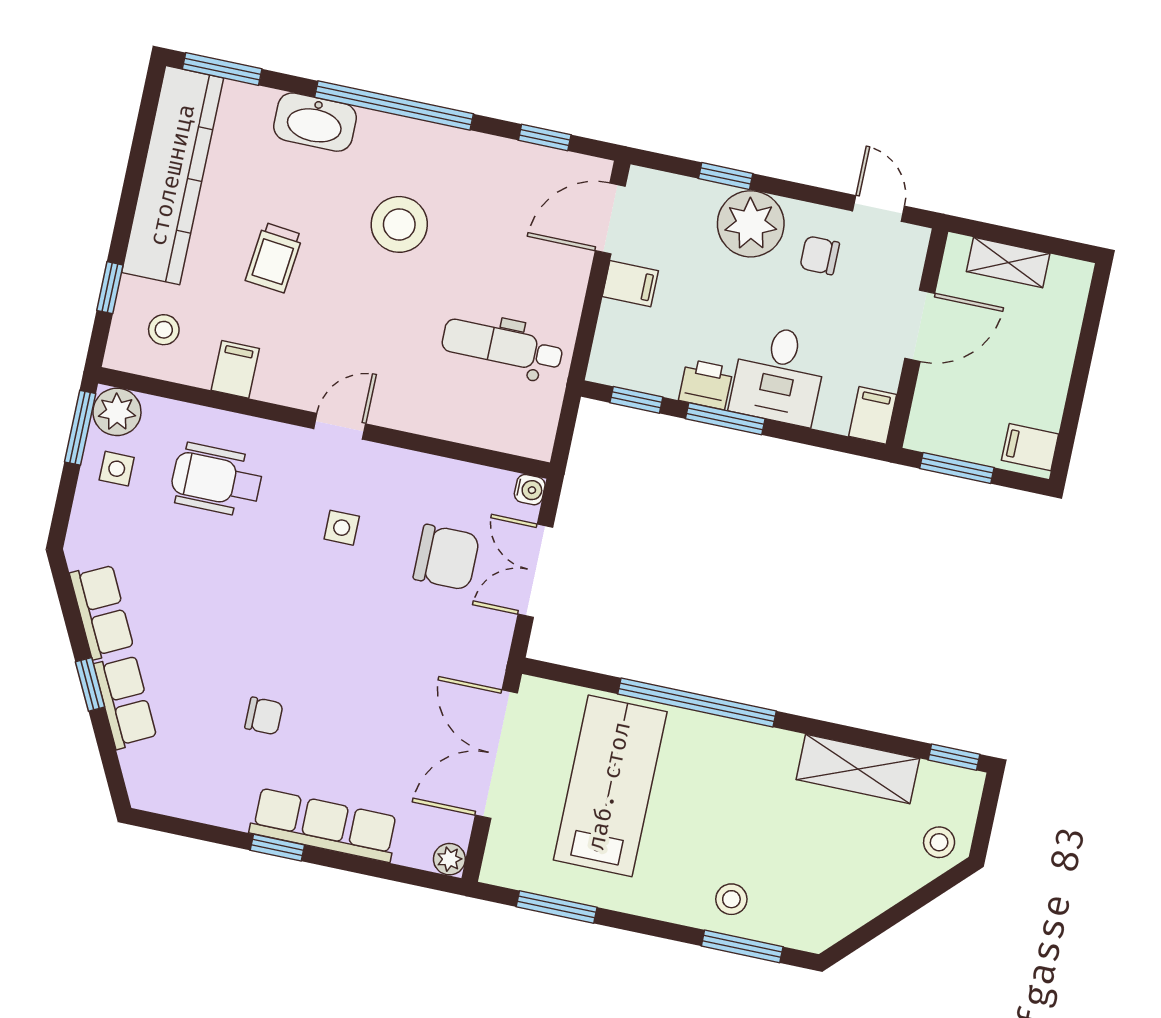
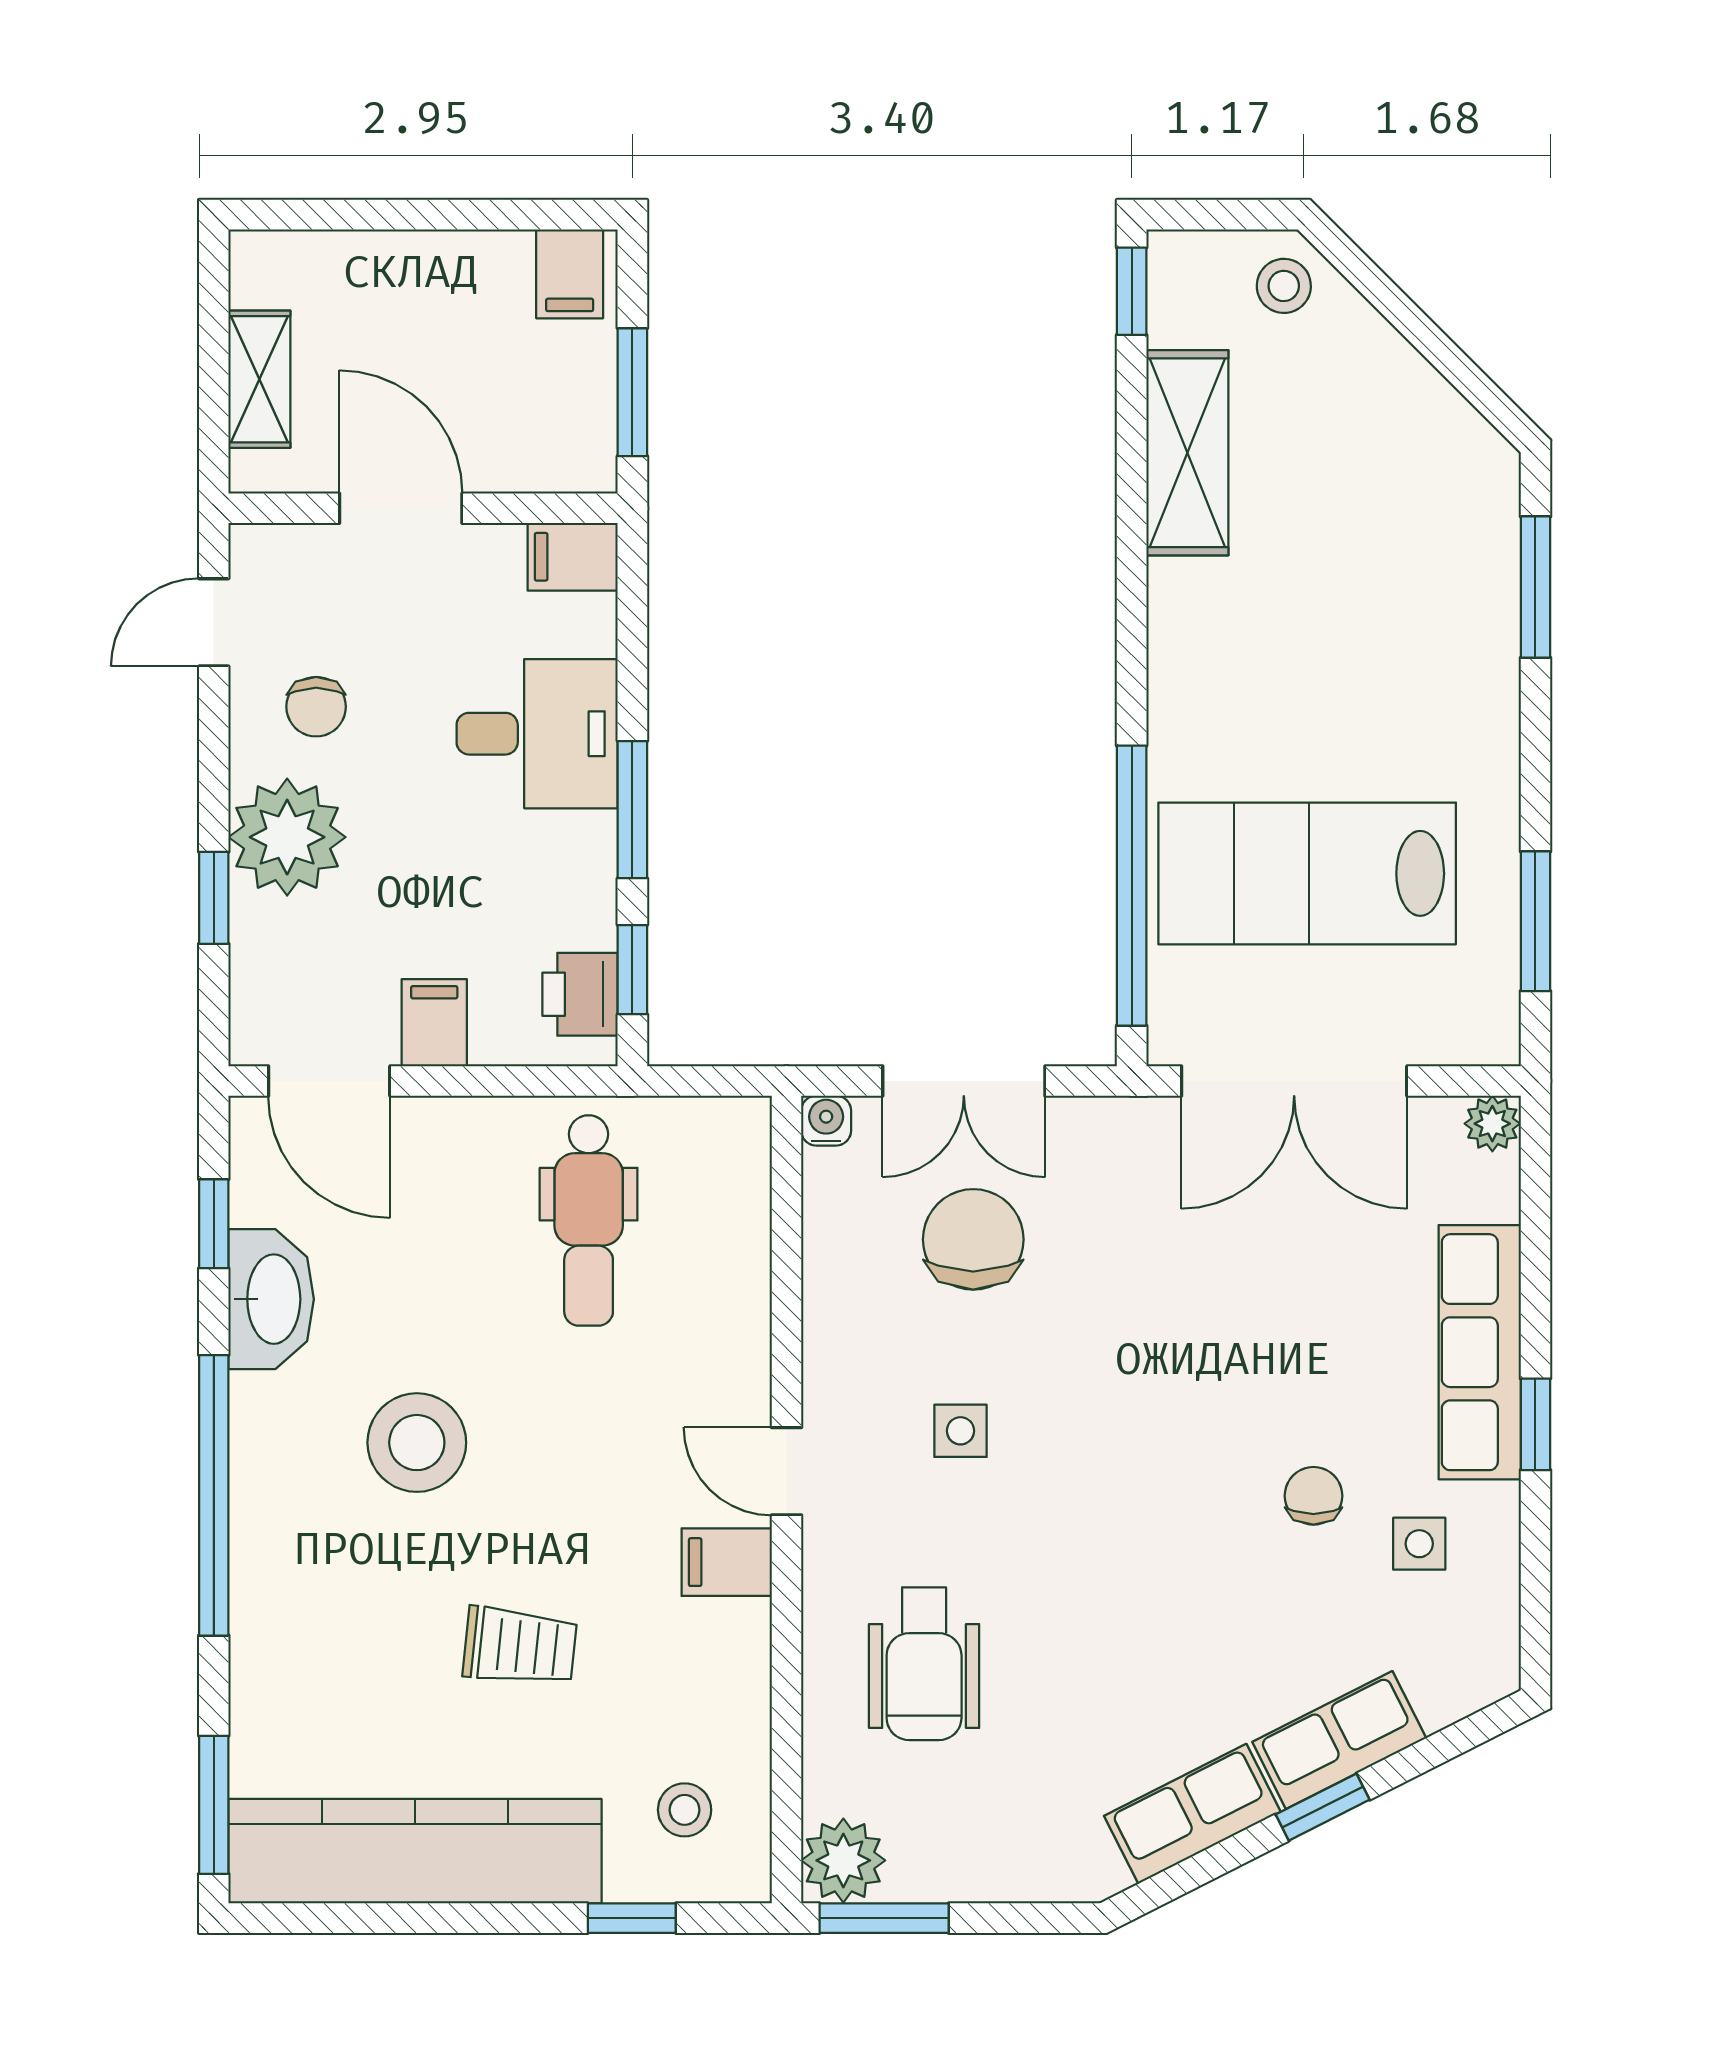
washbasin: (315, 122) -> (271, 1299), moved
filing cabinet: (235, 369) -> (727, 1562), moved
printer: (706, 384) -> (580, 994), moved
side table: (117, 469) -> (1419, 1544), moved
window: (697, 702) -> (1132, 886), moved
stool: (731, 899) -> (1458, 623), removed

